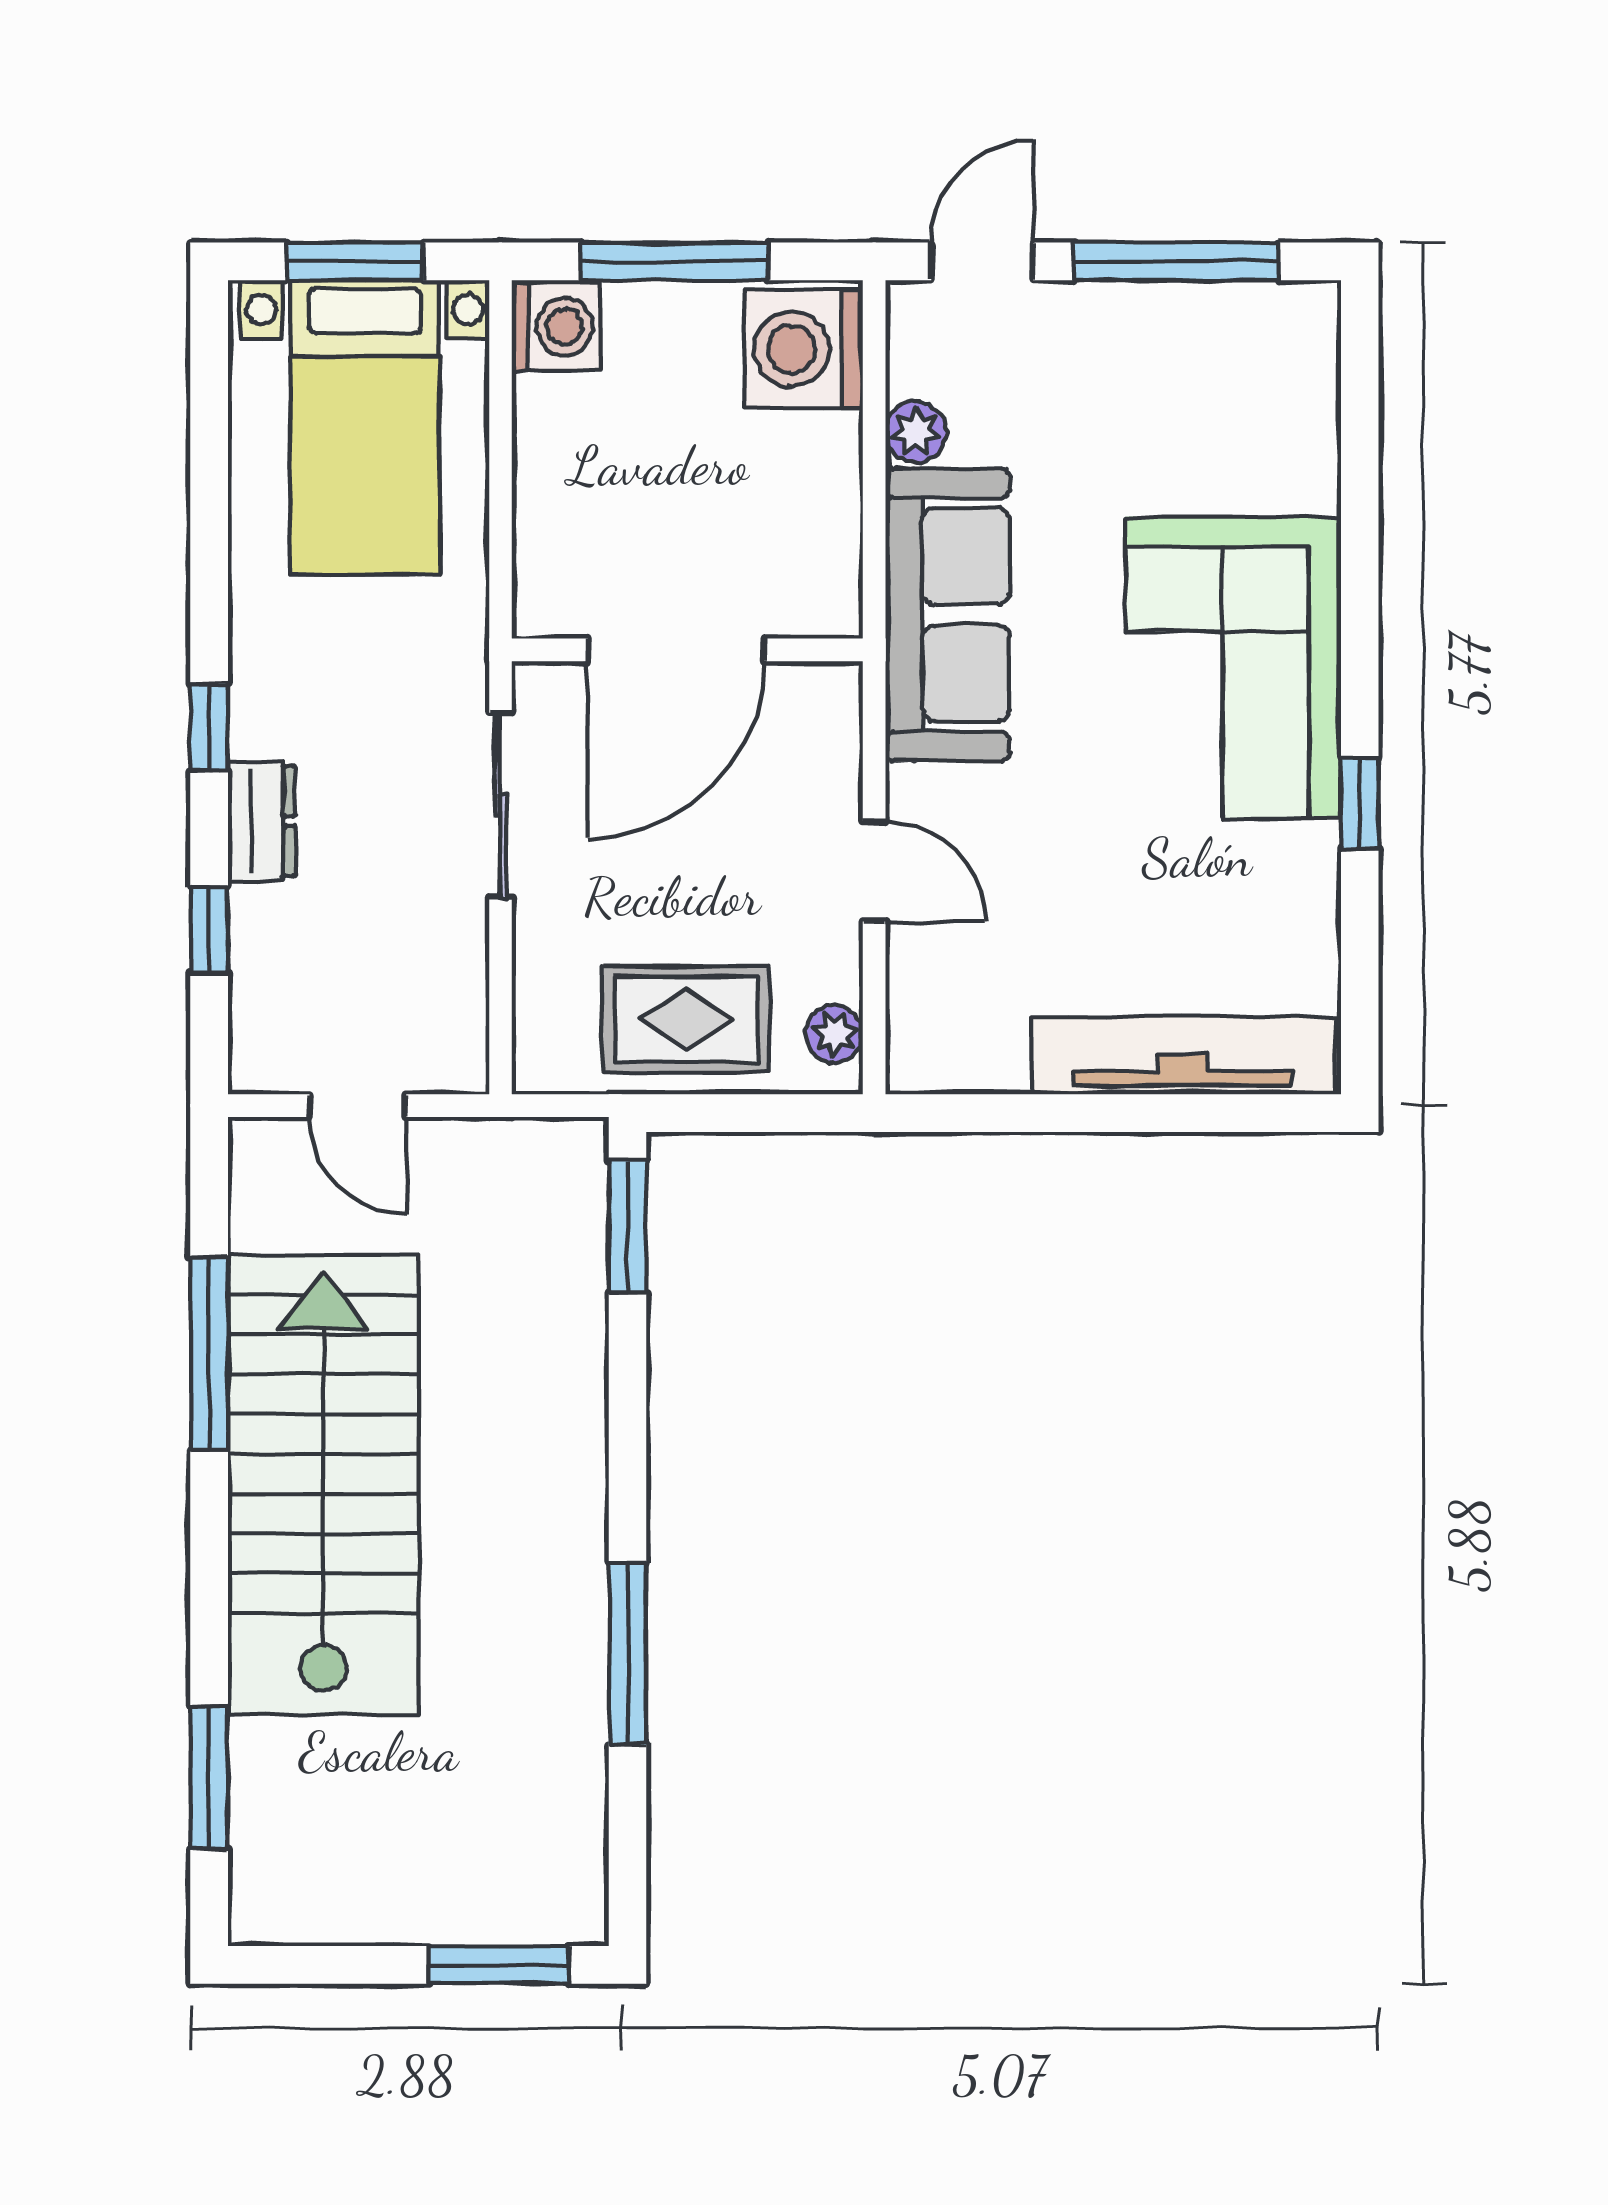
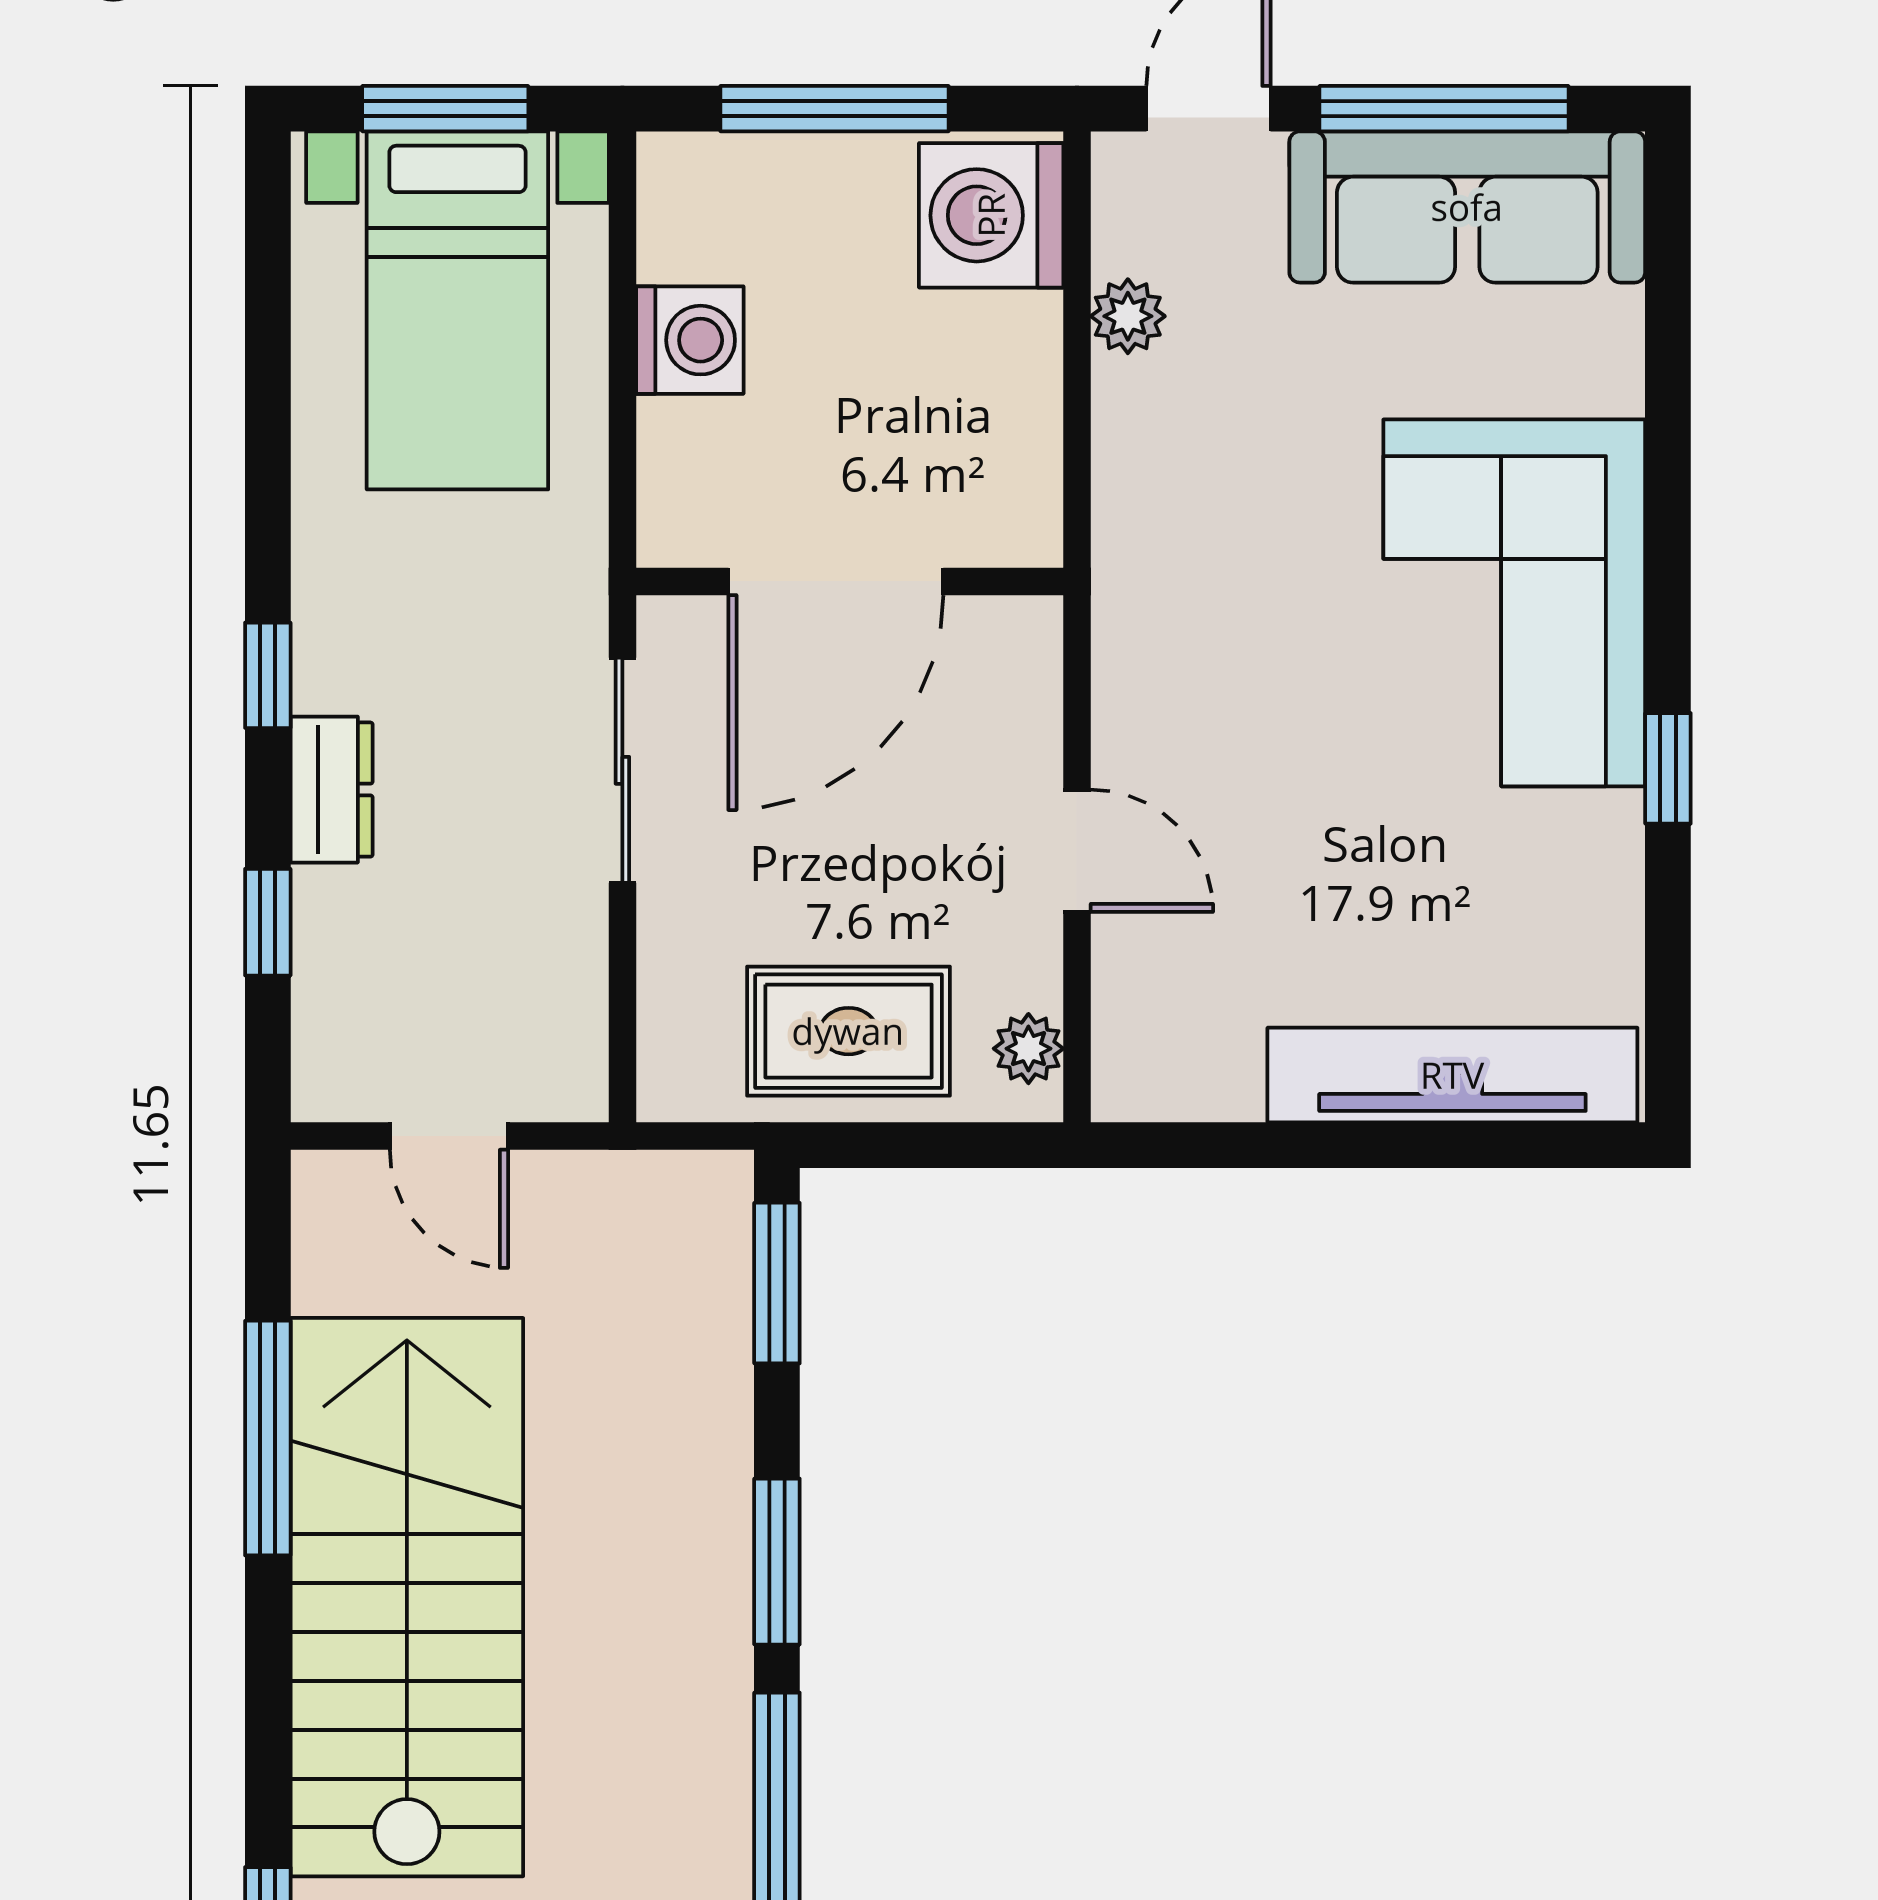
washing machine: (556, 327) -> (690, 340), moved
sofa: (947, 615) -> (1467, 207), moved, turned 90
window: (628, 1455) -> (777, 1562), added

